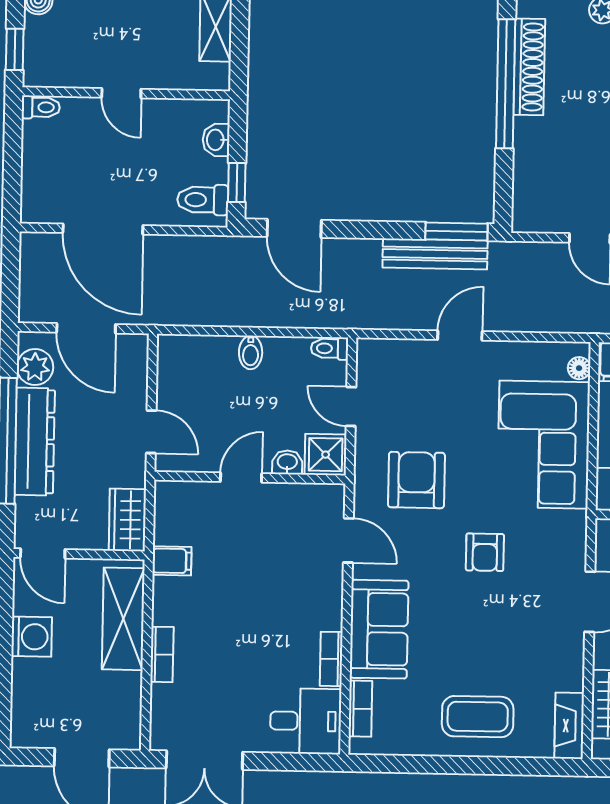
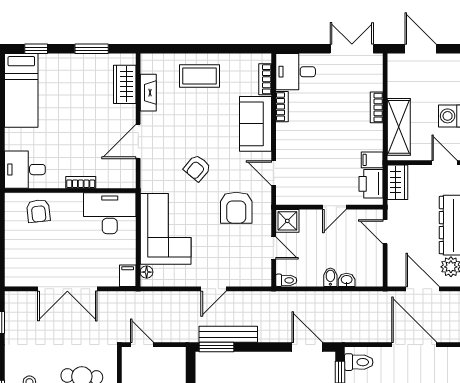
washbasin: (287, 462) -> (347, 280), moved, turned 180
printer: (175, 518) -> (371, 184), added
armchair: (485, 552) -> (197, 168), turned -140
fireplace: (569, 726) -> (148, 93), moved

